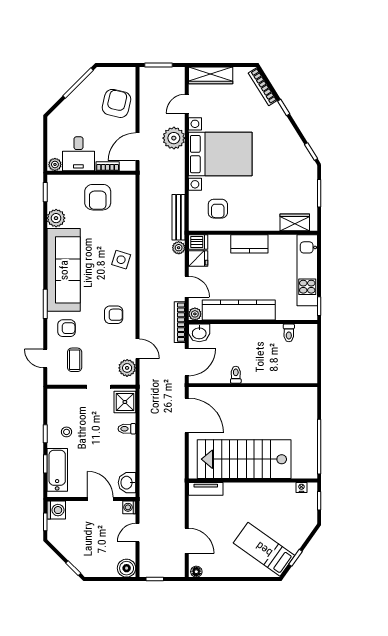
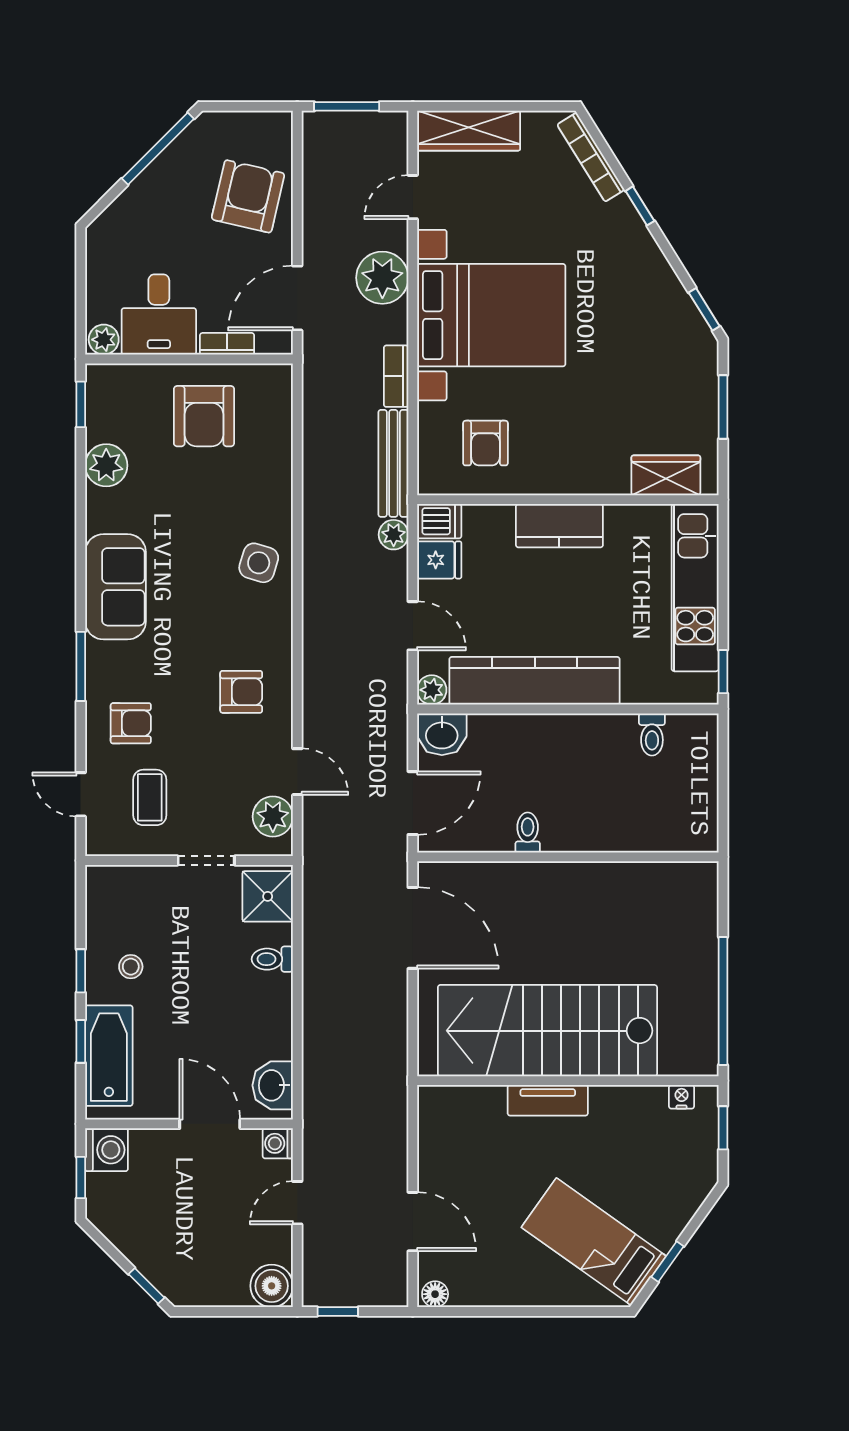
sofa: (64, 270) -> (116, 587), width x0.54, depth x0.79
bookcase: (180, 322) -> (396, 376), moved, width x0.64
tv unit: (206, 489) -> (548, 1100), moved

